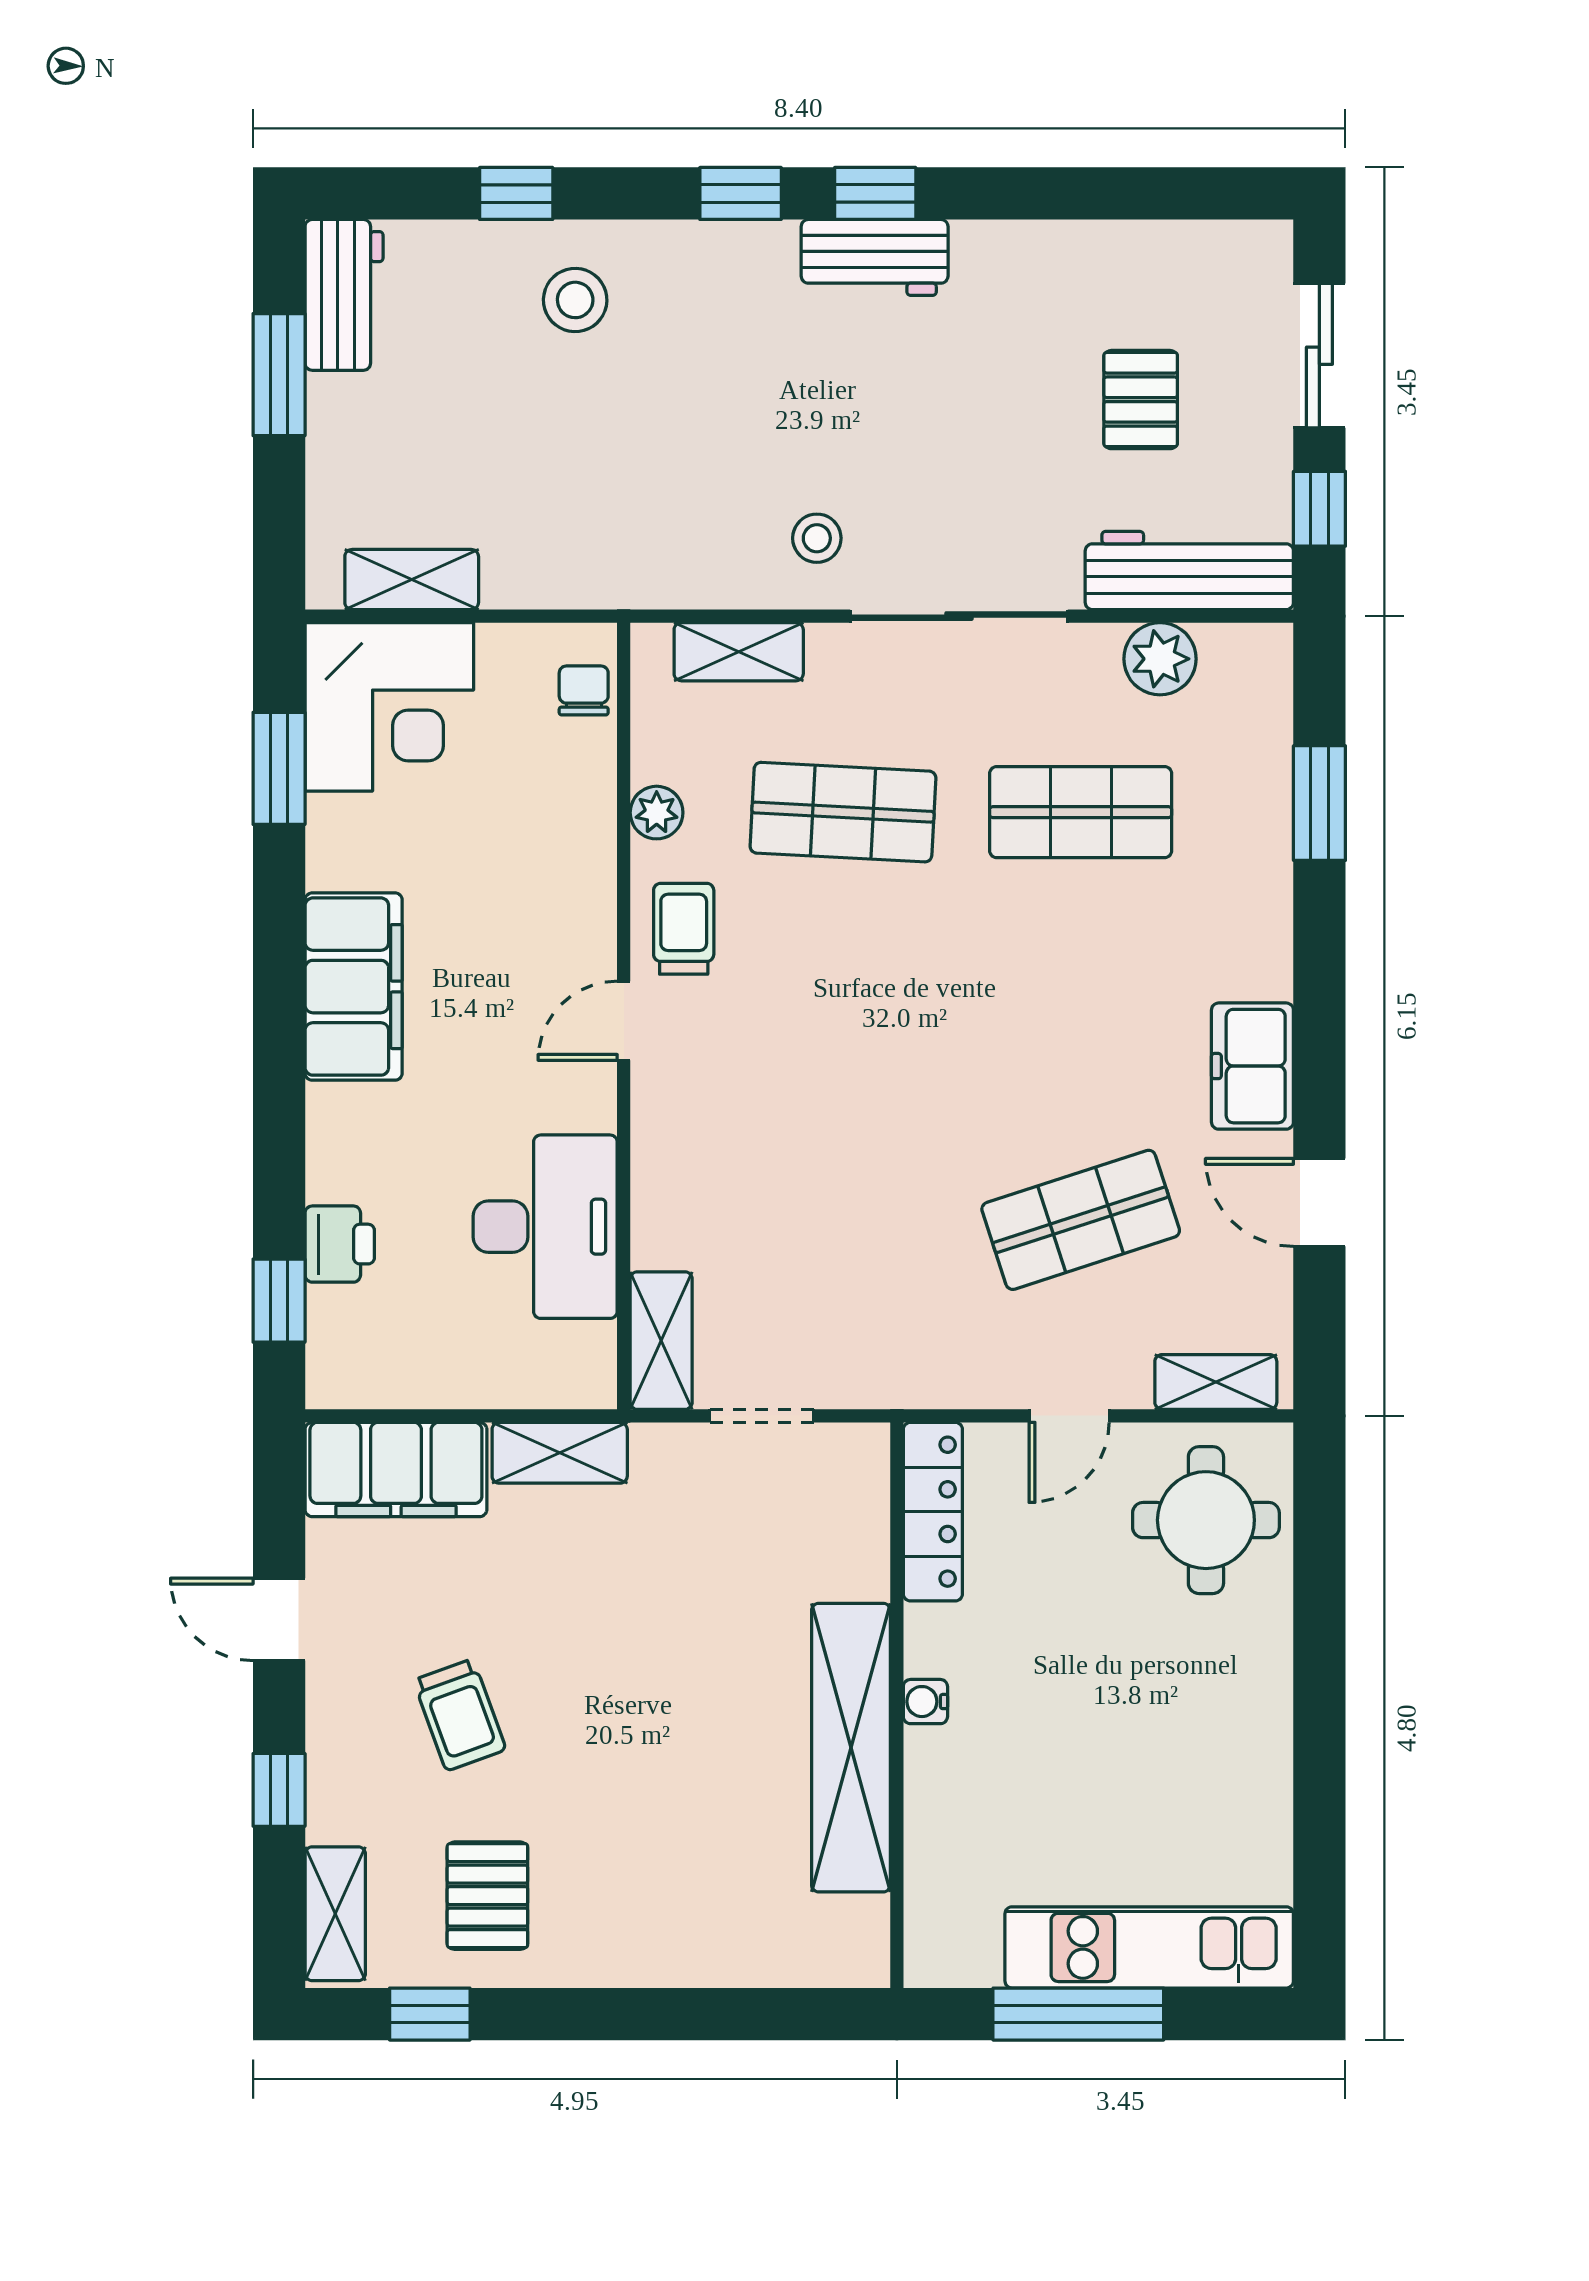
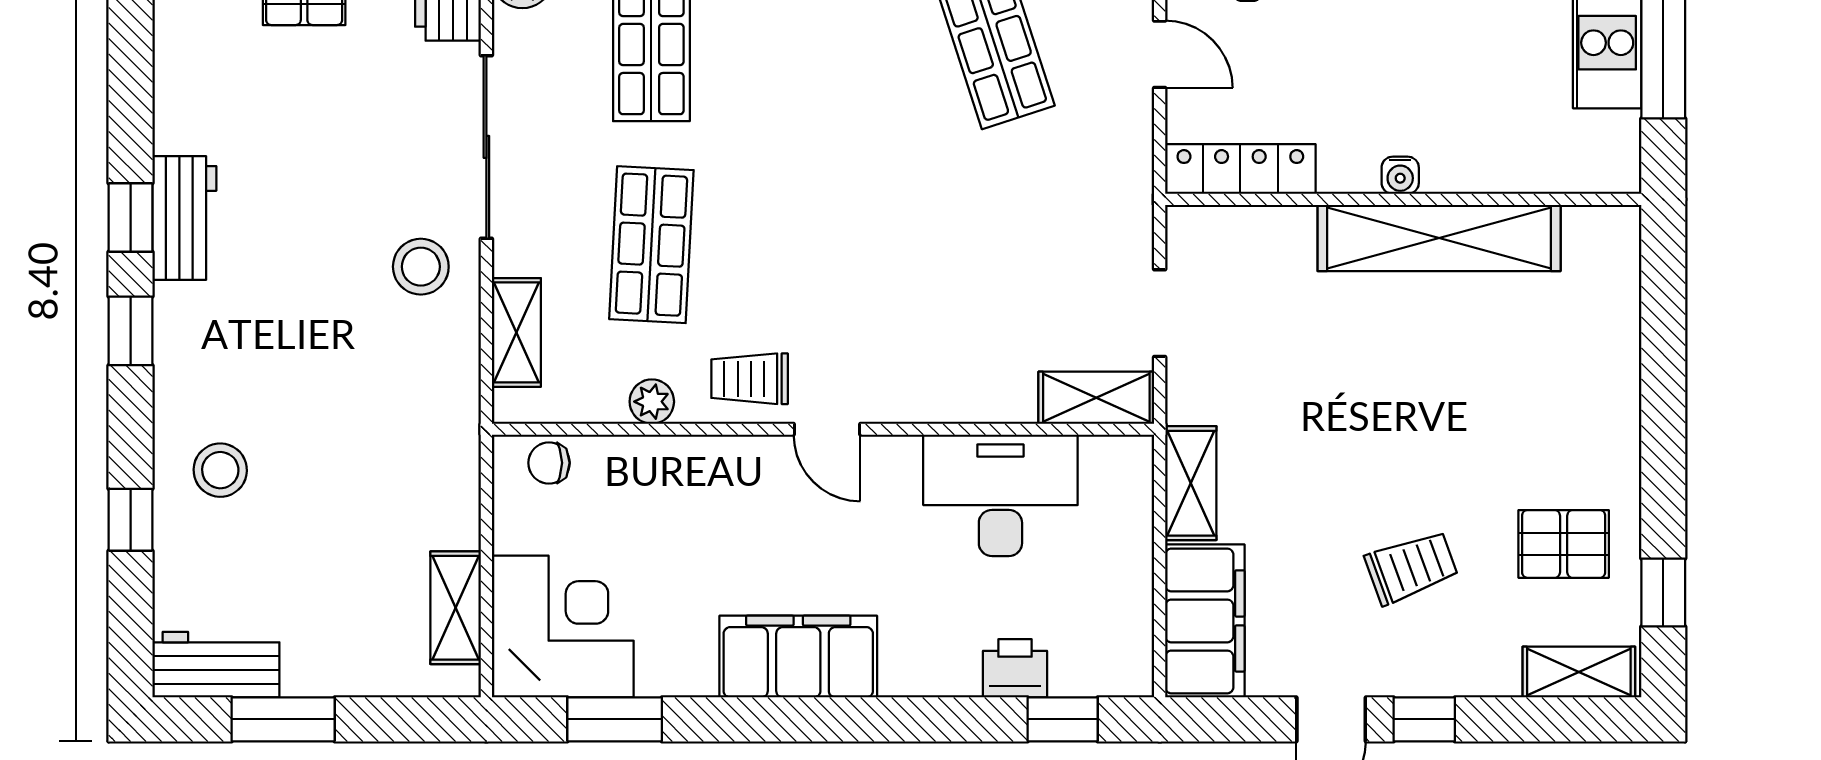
stool: (817, 538) -> (421, 267), width x1.37, depth x1.37
window: (279, 1790) -> (1424, 719), moved

